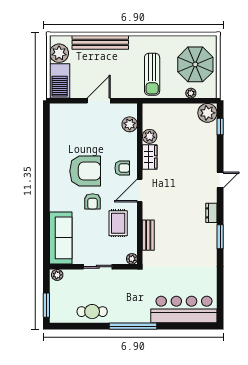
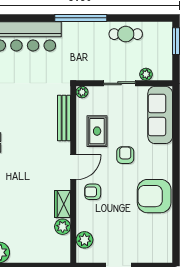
armchair: (85, 171) -> (154, 196), moved
bench: (148, 235) -> (64, 118), width x1.36
plant: (57, 275) -> (146, 74), moved

